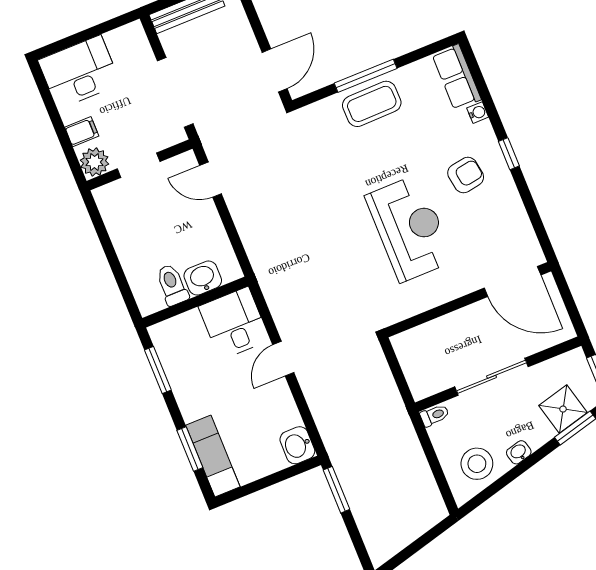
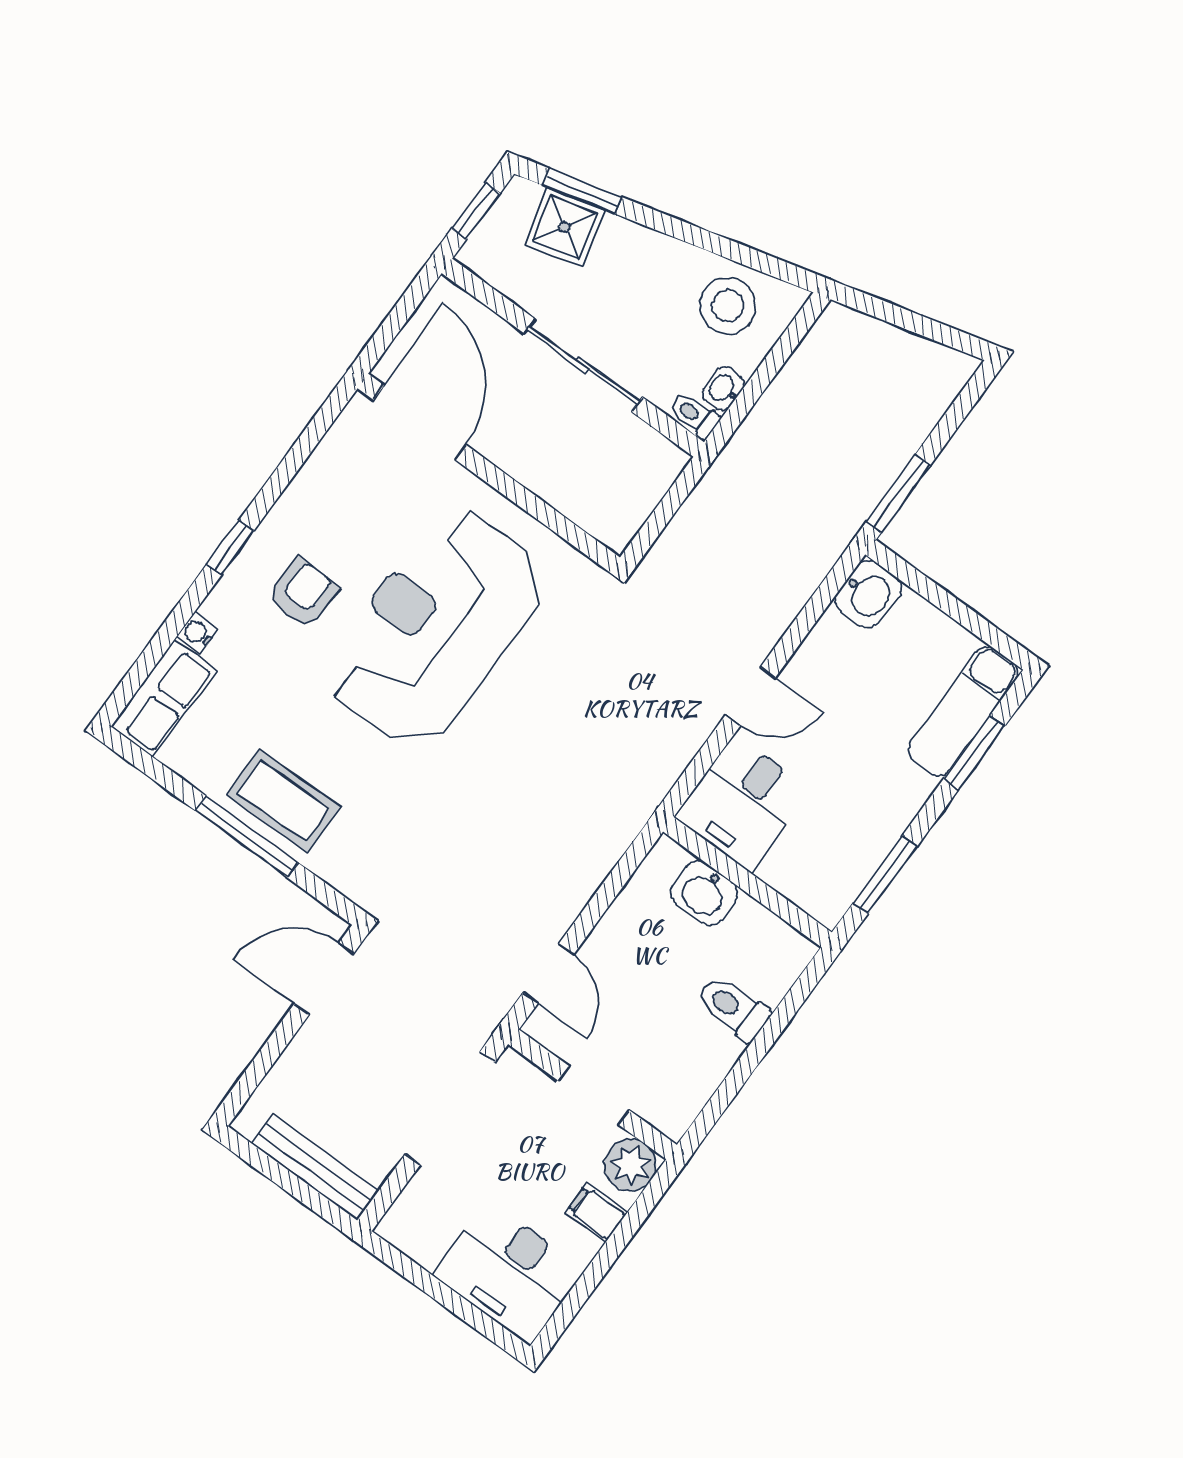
armchair: (466, 175) -> (303, 593), turned 100
reception desk: (410, 228) -> (436, 628), width x1.36, depth x1.30
toilet: (172, 285) -> (733, 1008), moved, turned 90
washbasin: (519, 452) -> (723, 389), moved, turned 104

